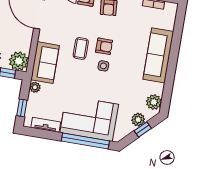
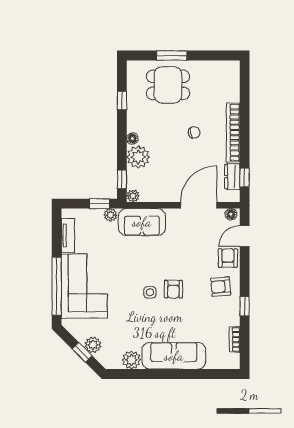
coffee table: (81, 49) -> (166, 262), removed
plant: (19, 61) -> (133, 196), width x0.53, depth x0.53
plant: (154, 102) -> (131, 360), moved
window: (22, 108) -> (100, 204), moved

